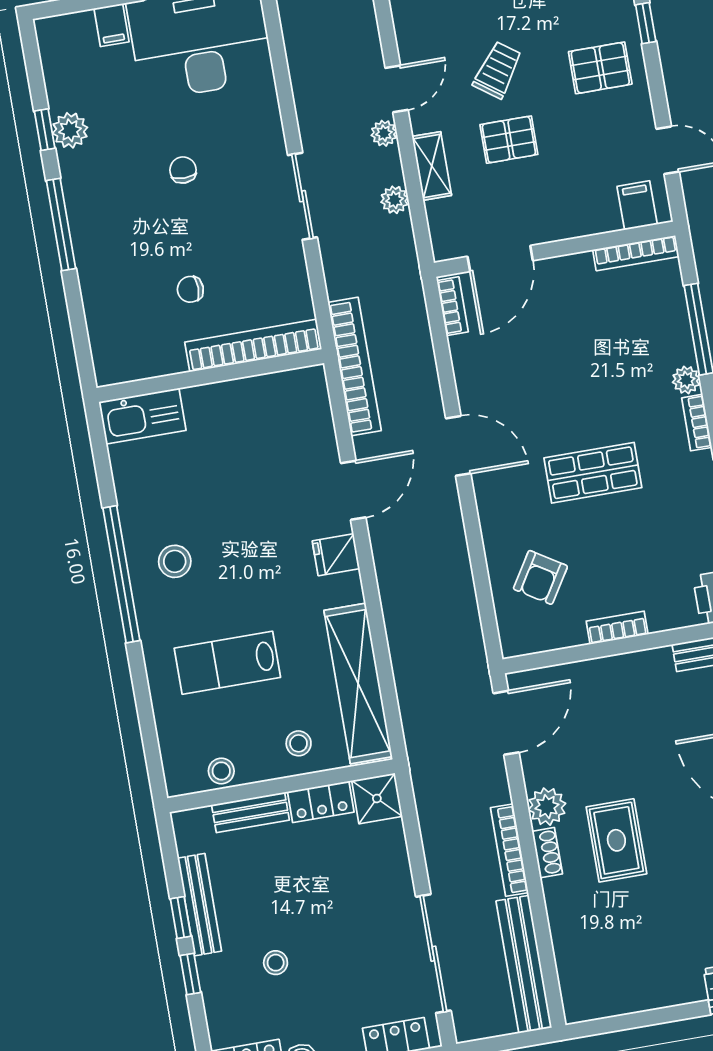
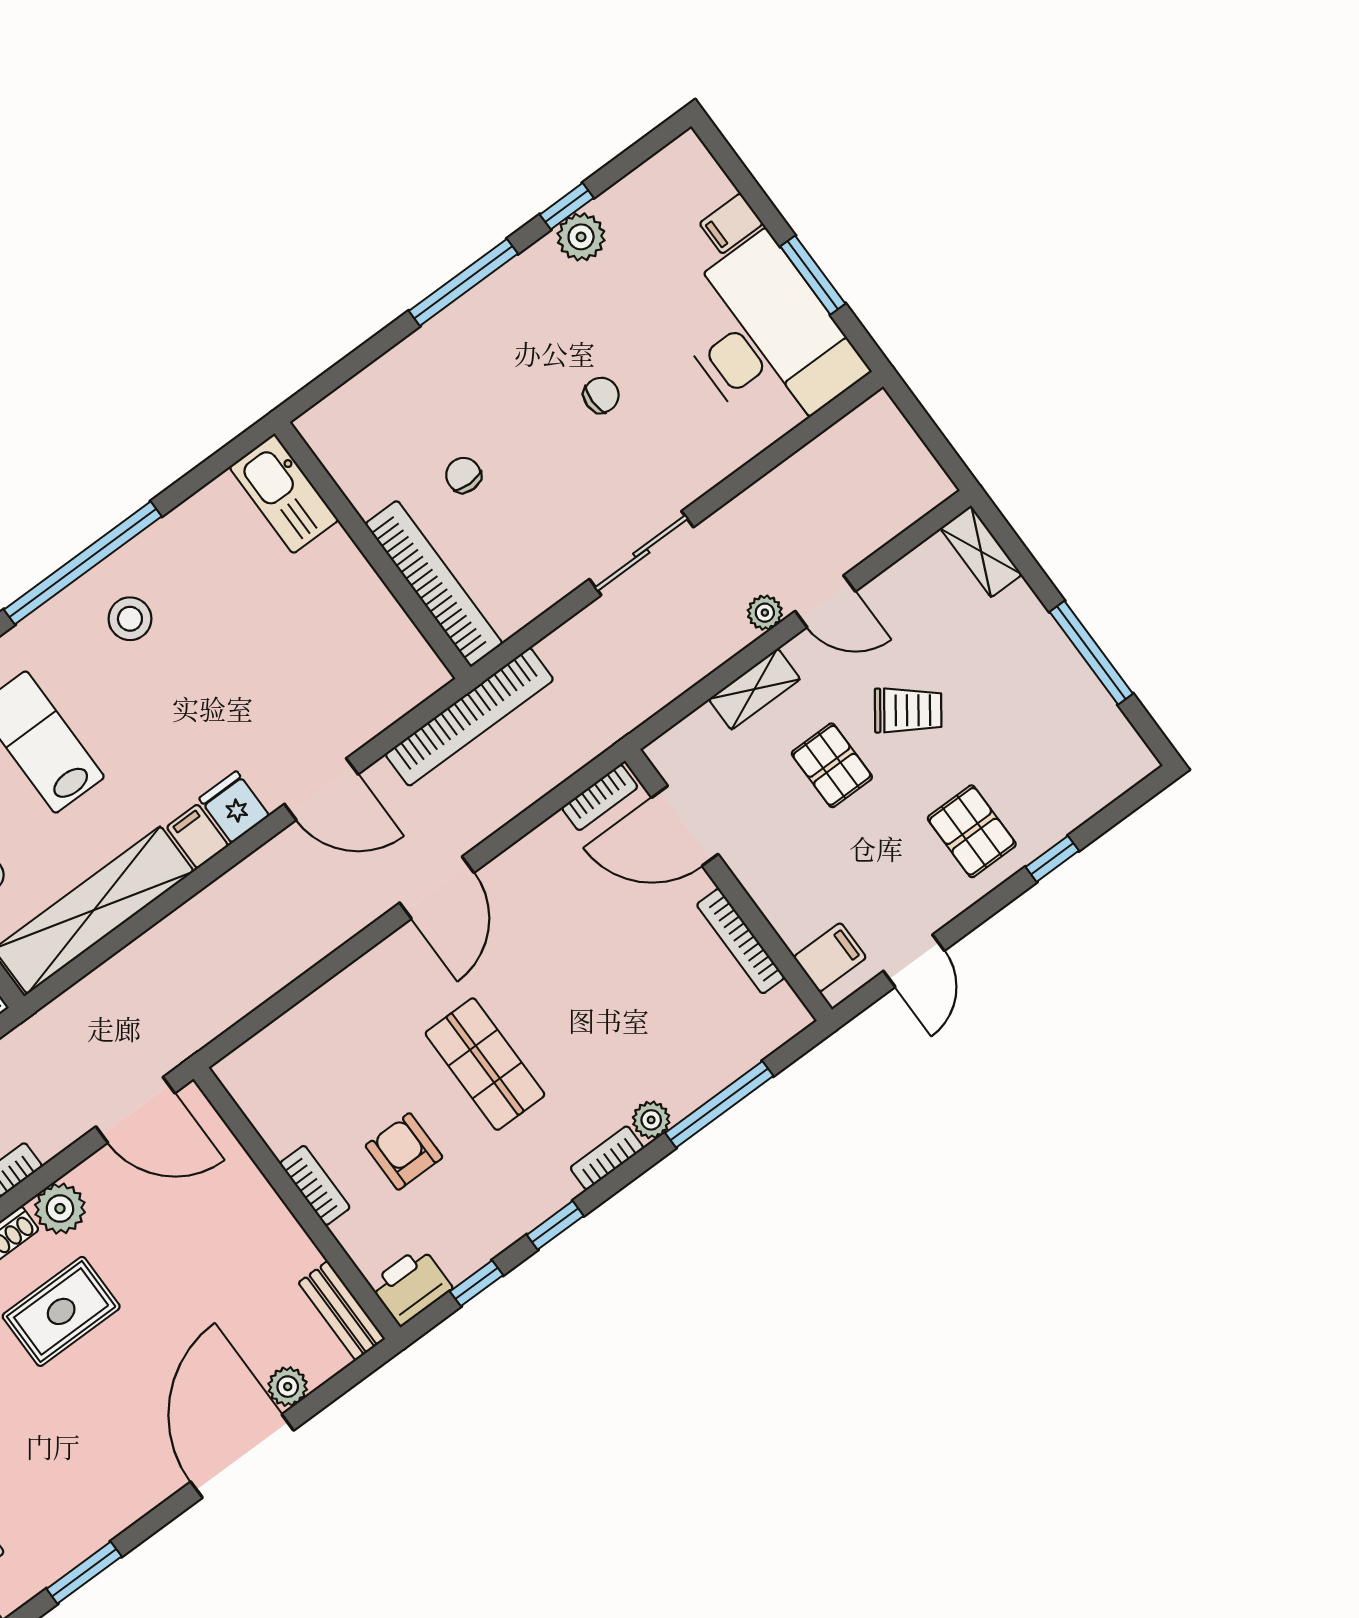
plant: (395, 200) -> (692, 665), removed
bookcase: (636, 253) -> (741, 941), moved
armchair: (540, 577) -> (404, 1151), moved, turned 58
filing cabinet: (343, 589) -> (197, 836), added

